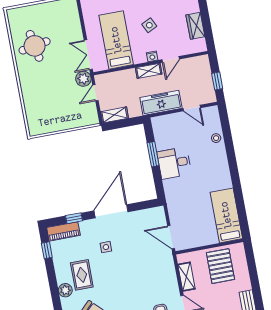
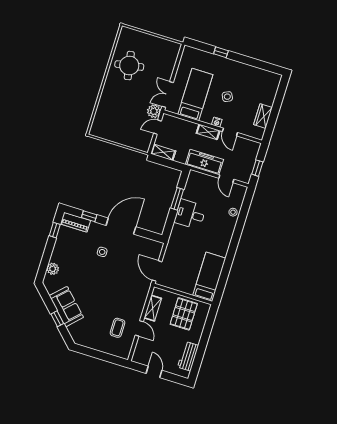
door: (171, 59) -> (230, 132), hinge flipped
rug: (82, 275) -> (72, 264), removed

